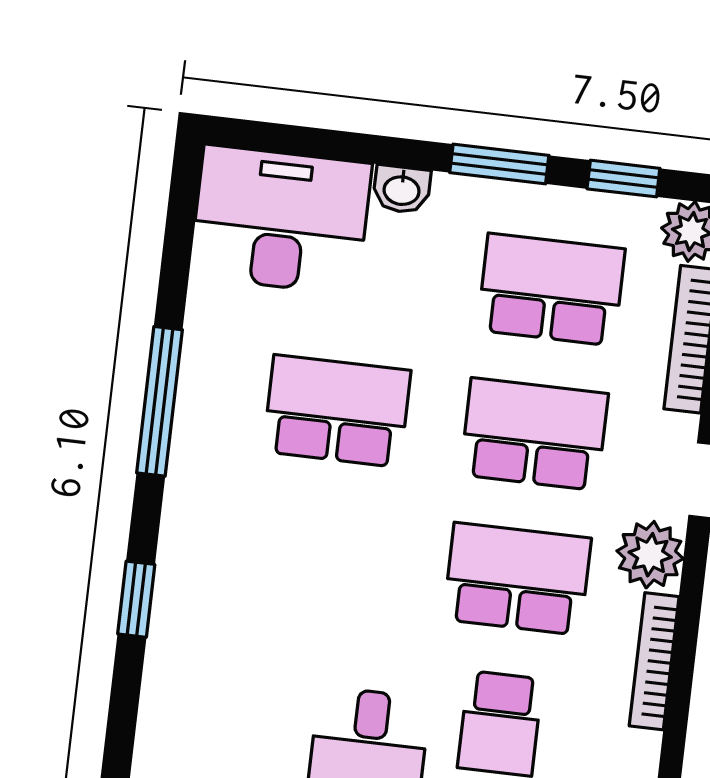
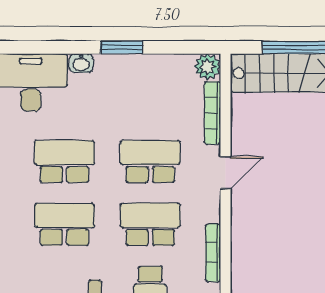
window: (623, 179) -> (176, 47), removed
school desk: (551, 289) -> (64, 224), moved
plant: (650, 555) -> (206, 207), removed

